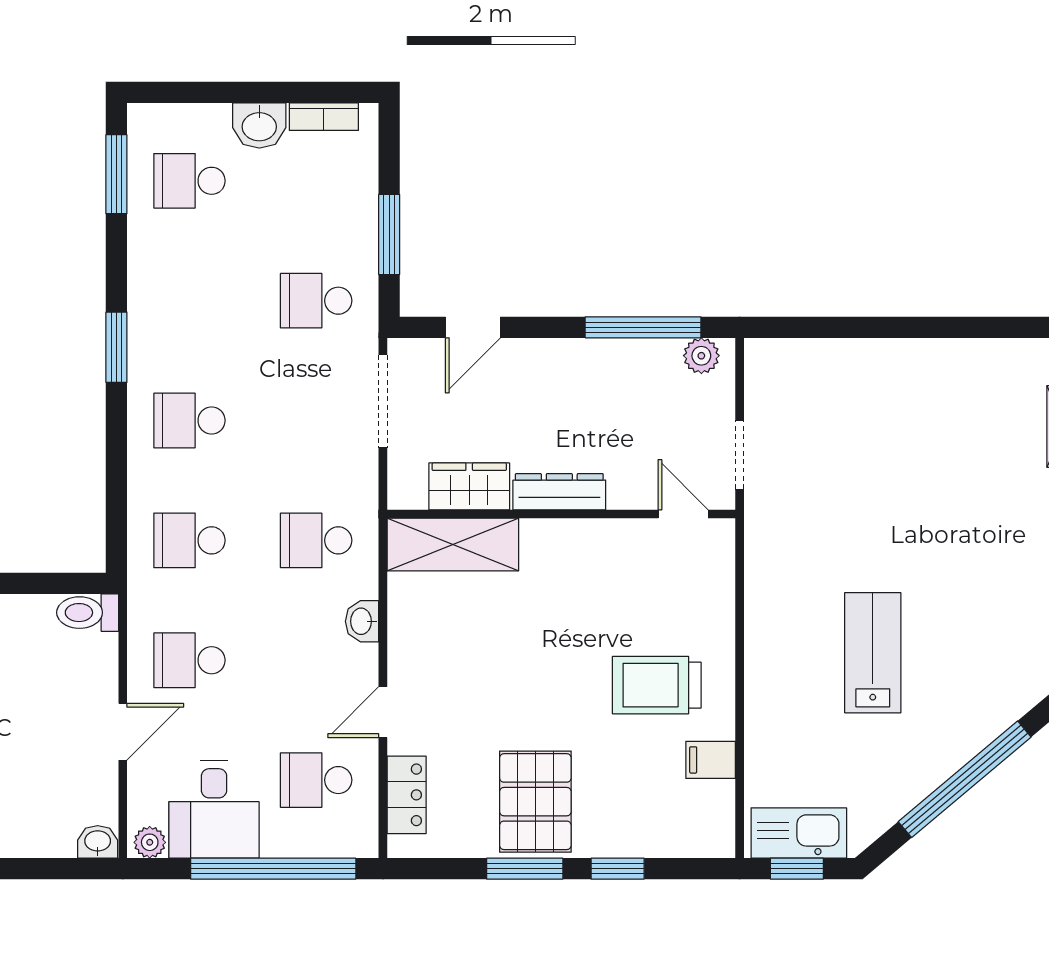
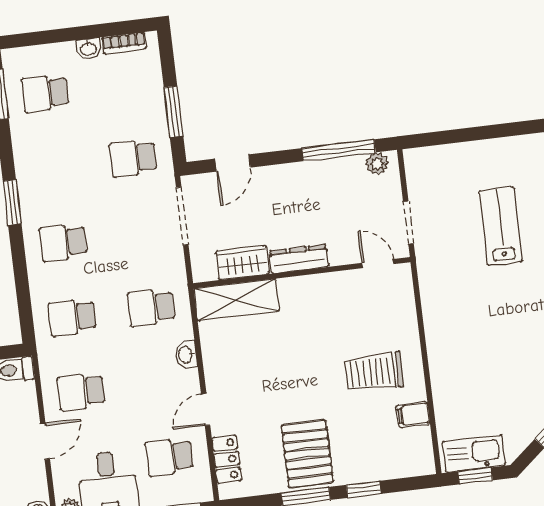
washbasin: (259, 125) -> (88, 48), width x0.72, depth x0.69
lab bench: (873, 653) -> (501, 226), moved

